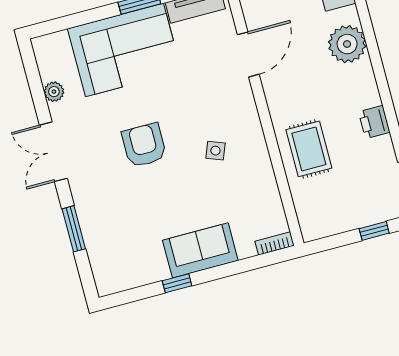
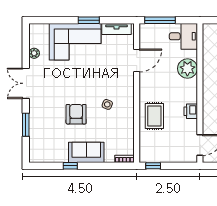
armchair: (144, 145) -> (76, 114), moved
window: (374, 231) -> (153, 166), moved

